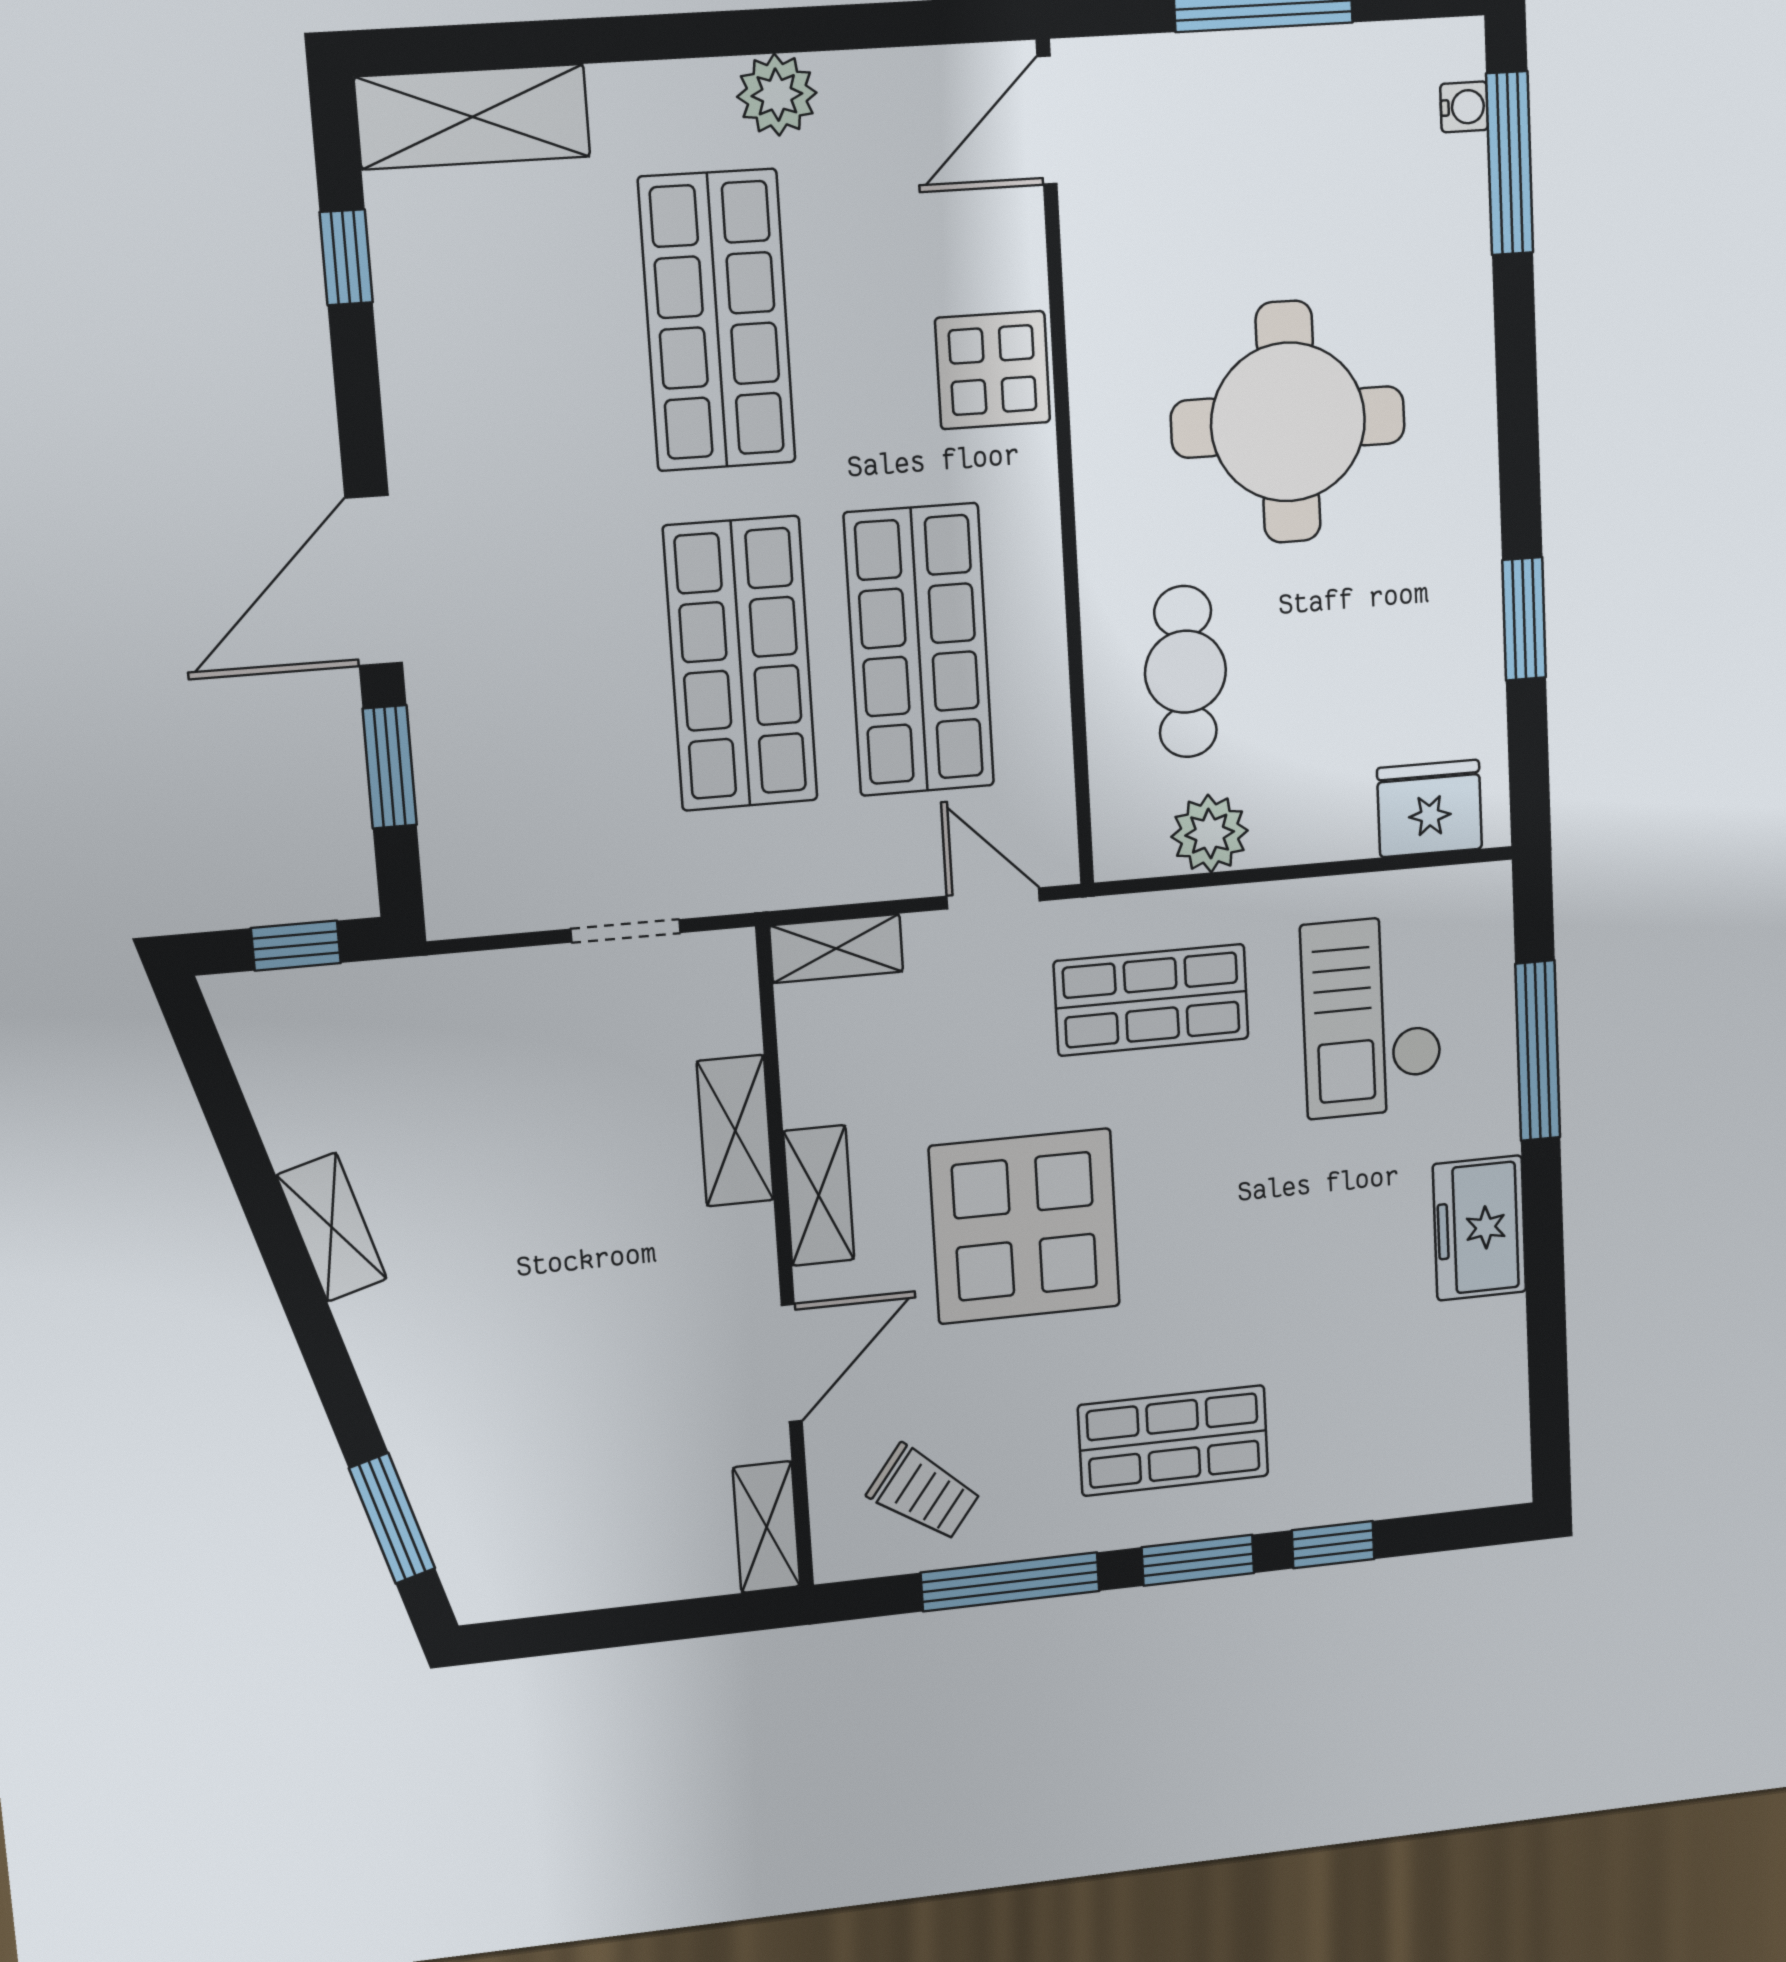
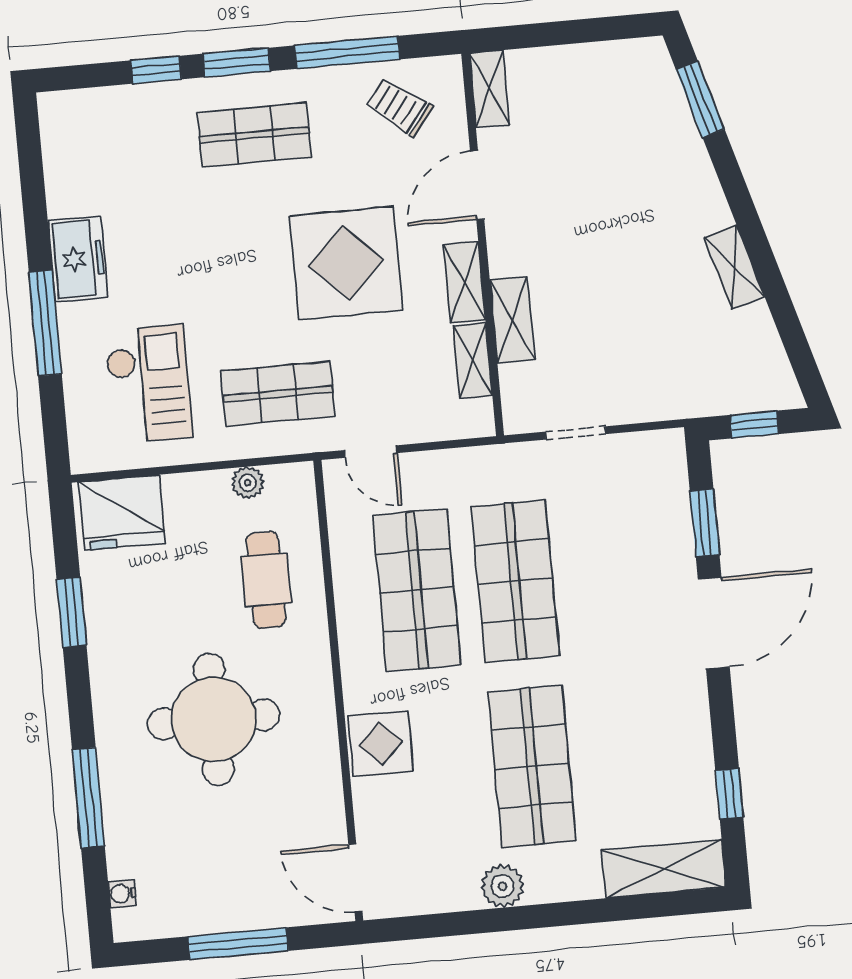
door: (1047, 120) -> (355, 878), swing flipped
window: (1510, 163) -> (88, 798), moved
fridge: (1430, 809) -> (122, 513), width x1.36, depth x1.34
plant: (1210, 834) -> (248, 483), width x0.73, depth x0.73
shelving: (836, 948) -> (473, 361), moved, turned 90
window: (1538, 1051) -> (45, 323), moved

